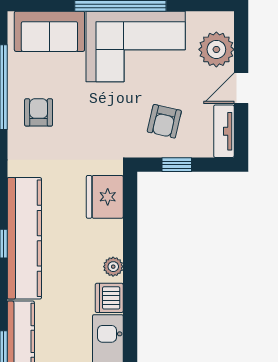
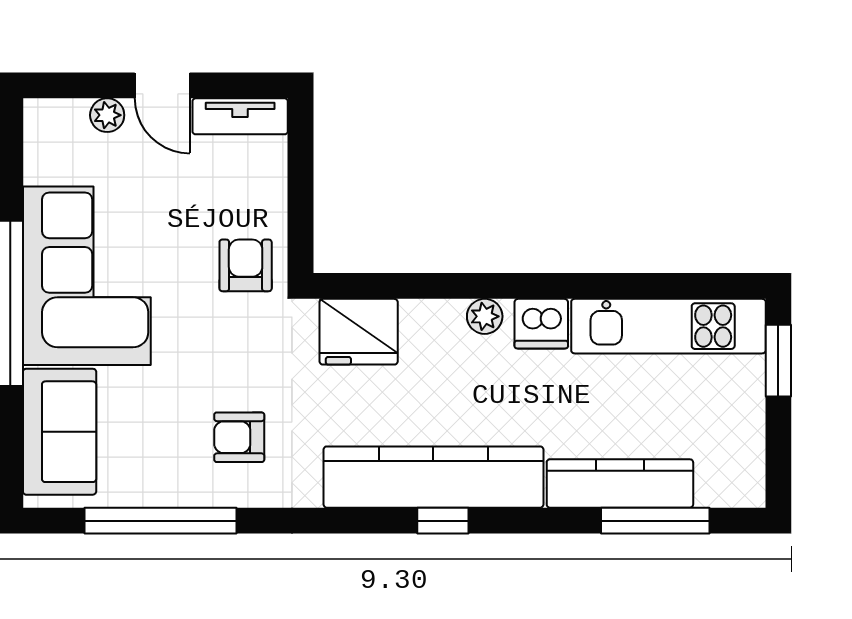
plant: (216, 49) -> (107, 115), width x0.53, depth x0.53
armchair: (39, 112) -> (239, 437), moved
armchair: (164, 121) -> (246, 265), moved, turned -103
window: (177, 165) -> (300, 202), removed

